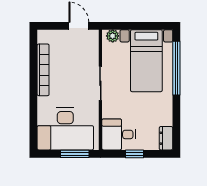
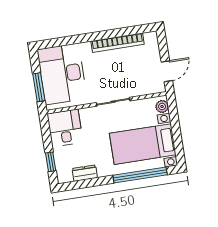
dresser: (166, 138) -> (85, 173), moved
window: (134, 154) -> (51, 162), moved

